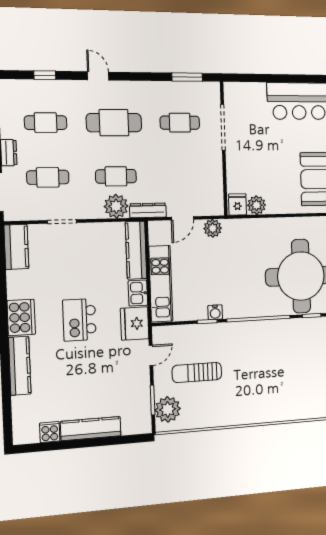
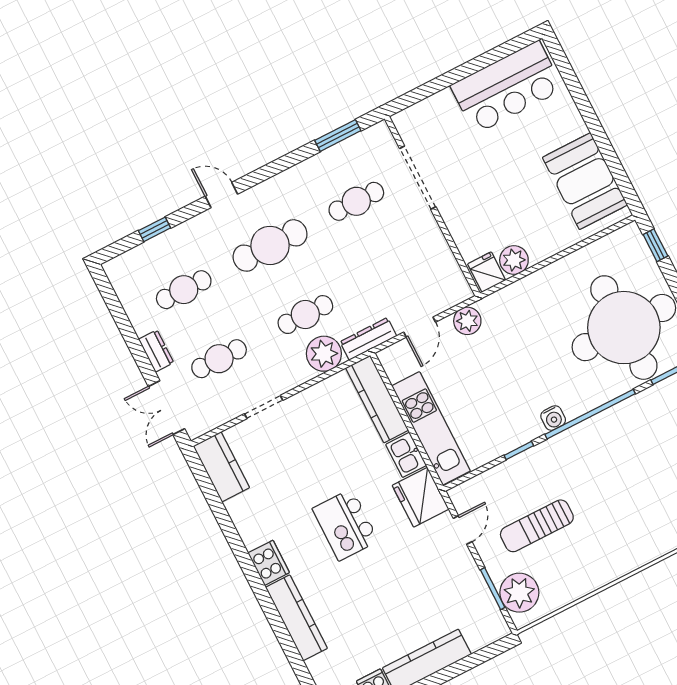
water cooler: (215, 312) -> (553, 418), moved
cooker: (21, 317) -> (269, 563), width x0.73, depth x0.76

